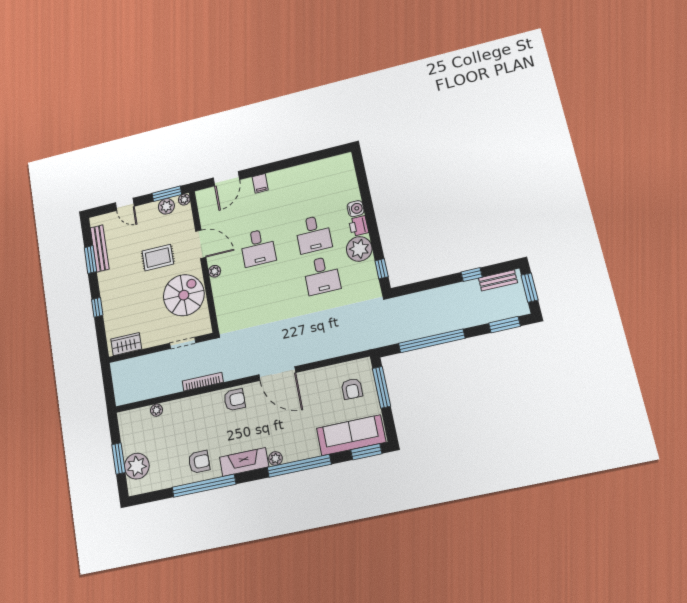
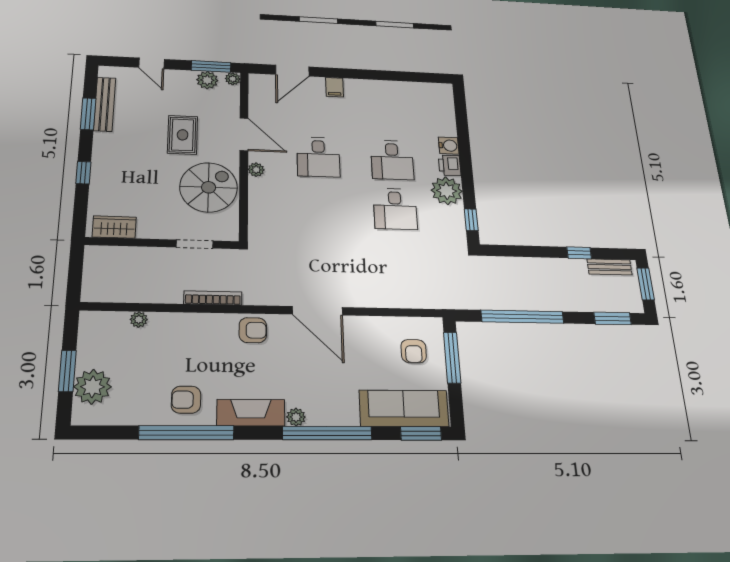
rug: (158, 258) -> (183, 135), turned 90
armchair: (199, 462) -> (186, 400), turned 180

